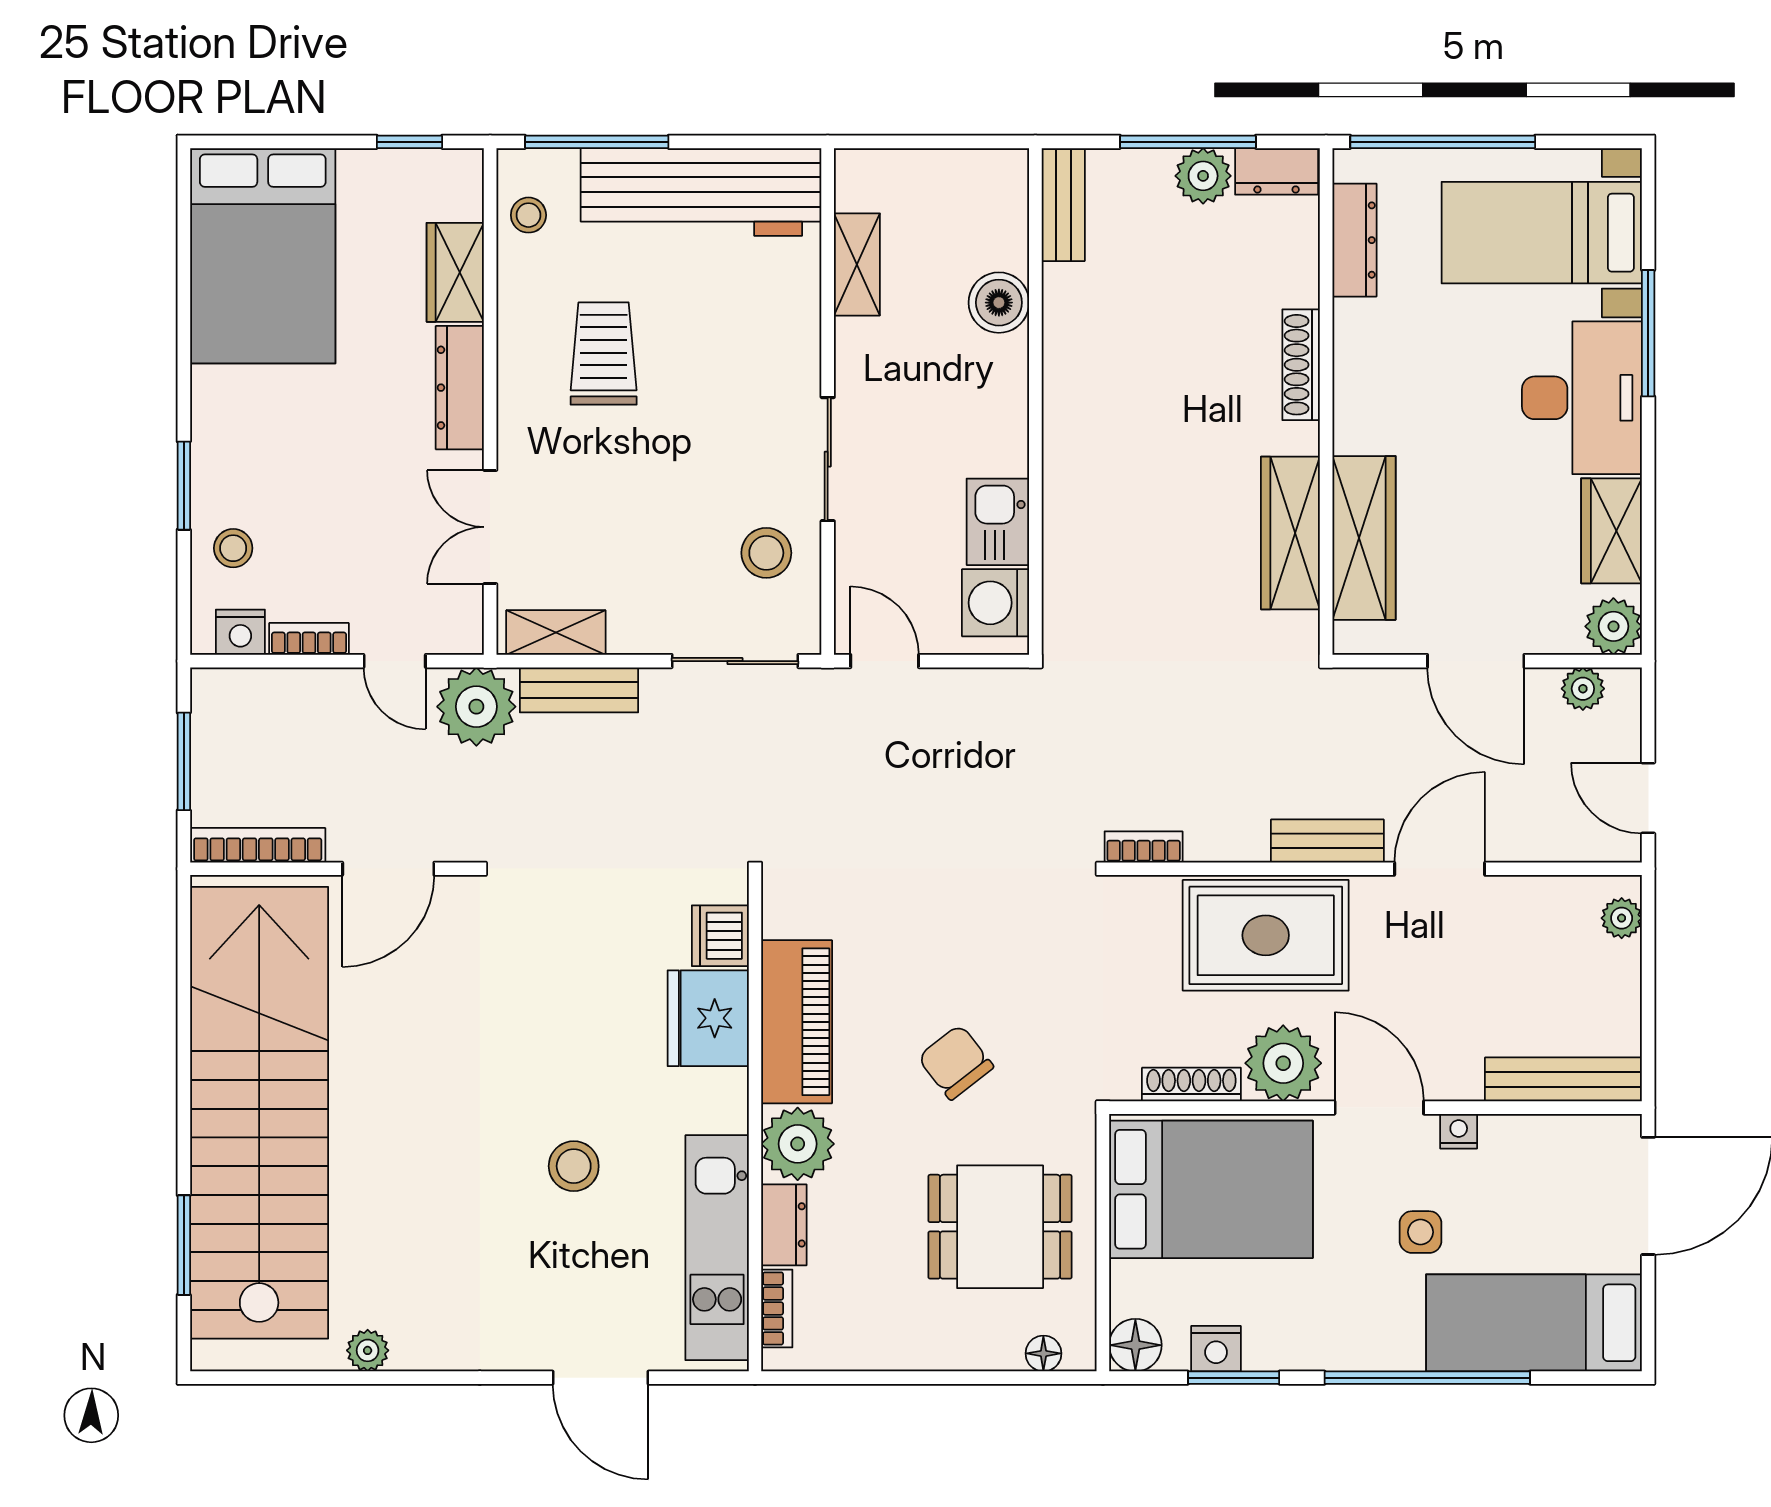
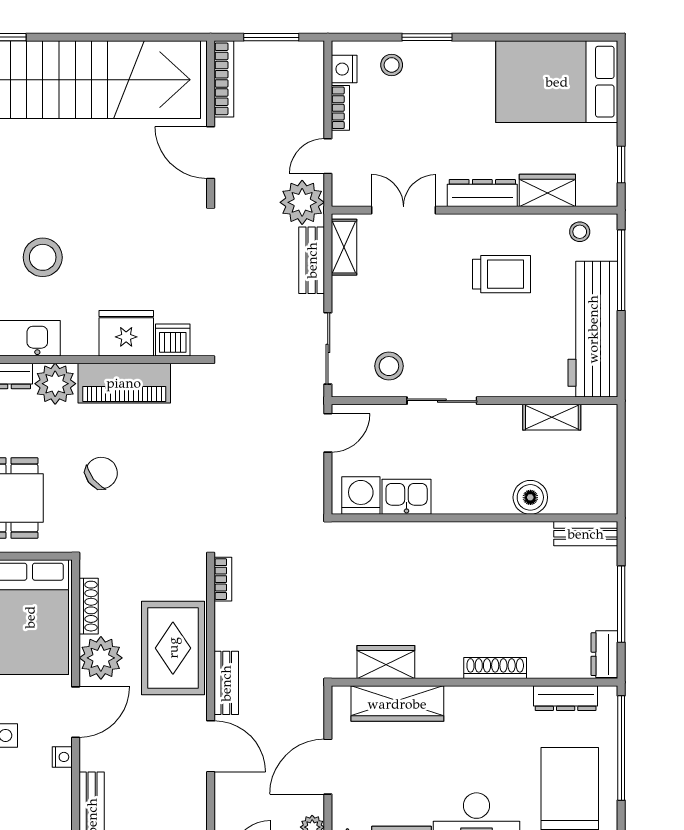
plant: (1203, 176) -> (602, 613), removed
wardrobe: (1290, 533) -> (386, 662), width x0.67
stool: (574, 1166) -> (43, 257), width x1.38, depth x1.38

